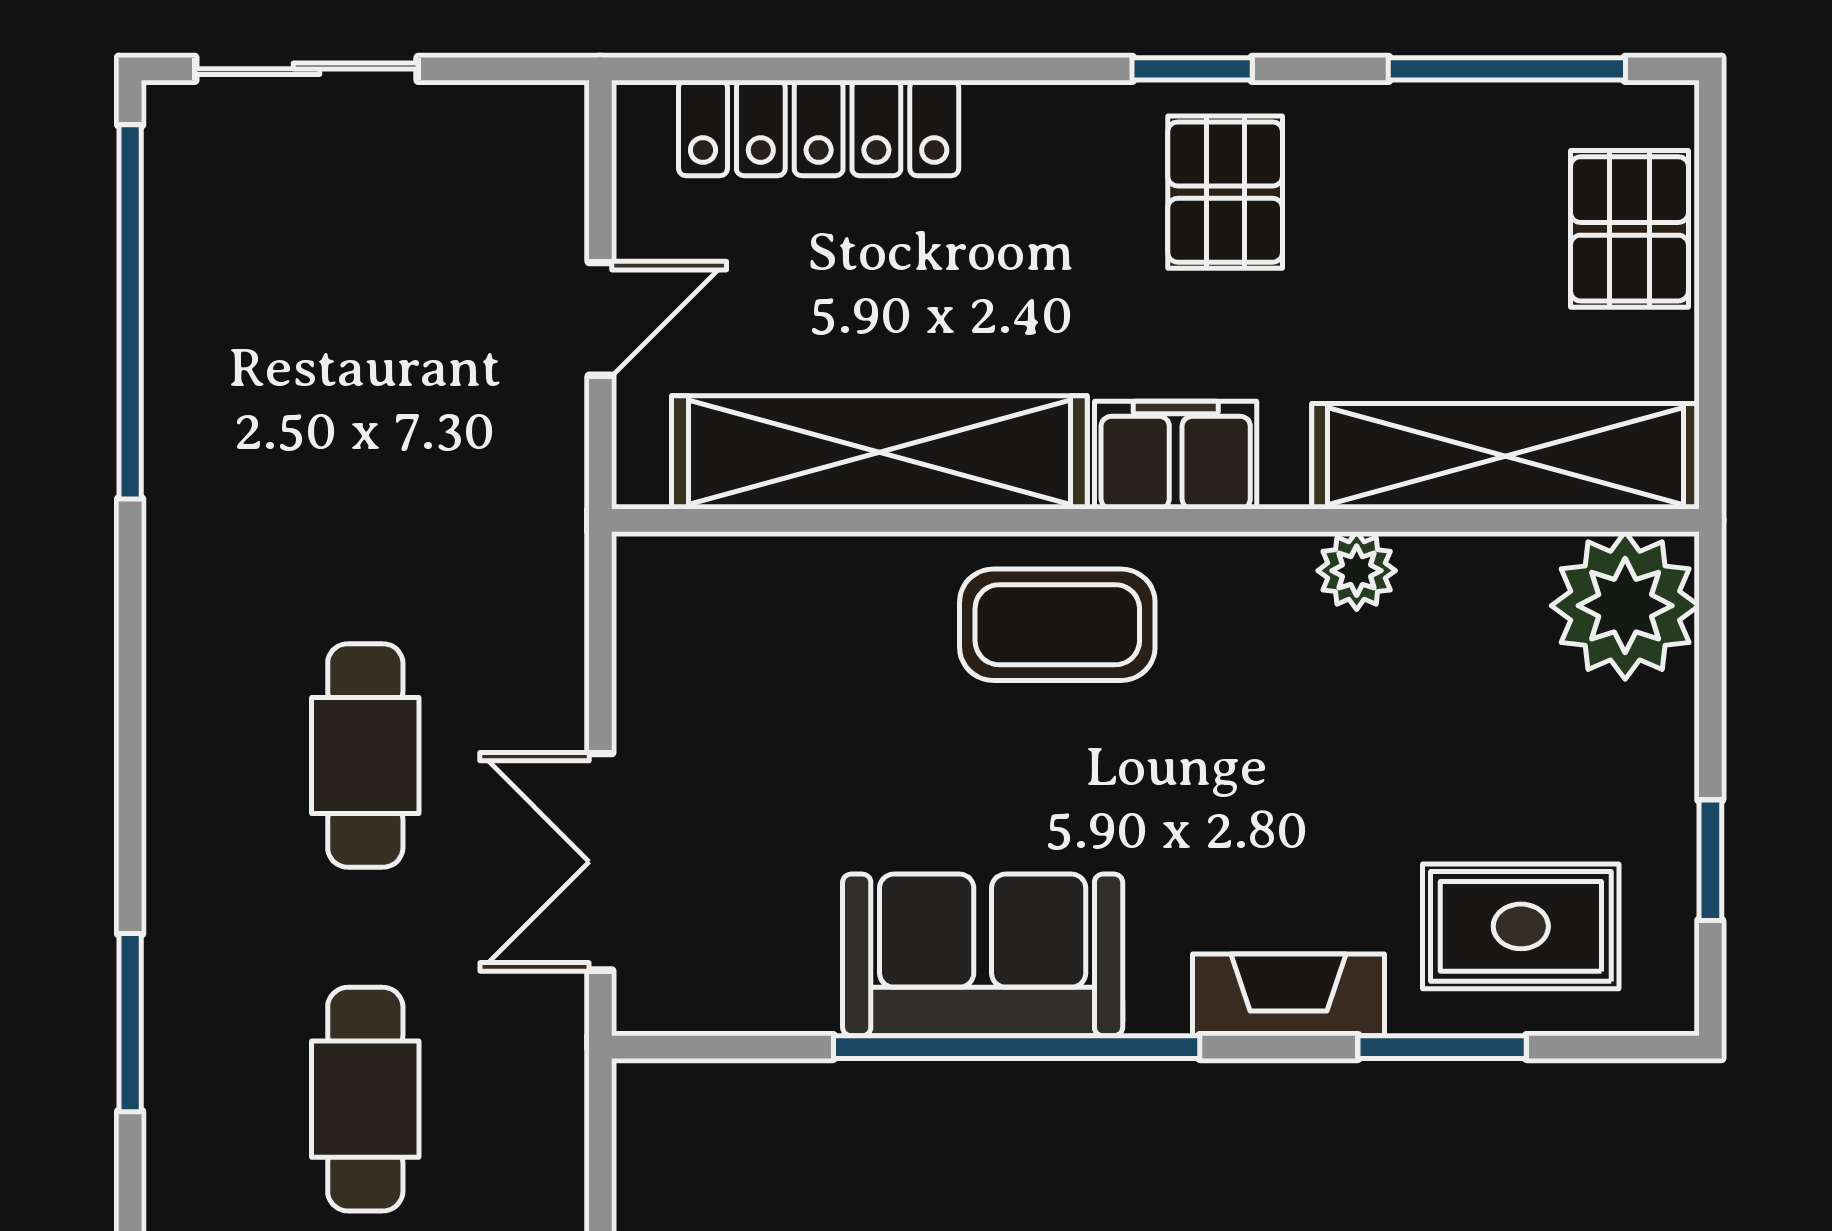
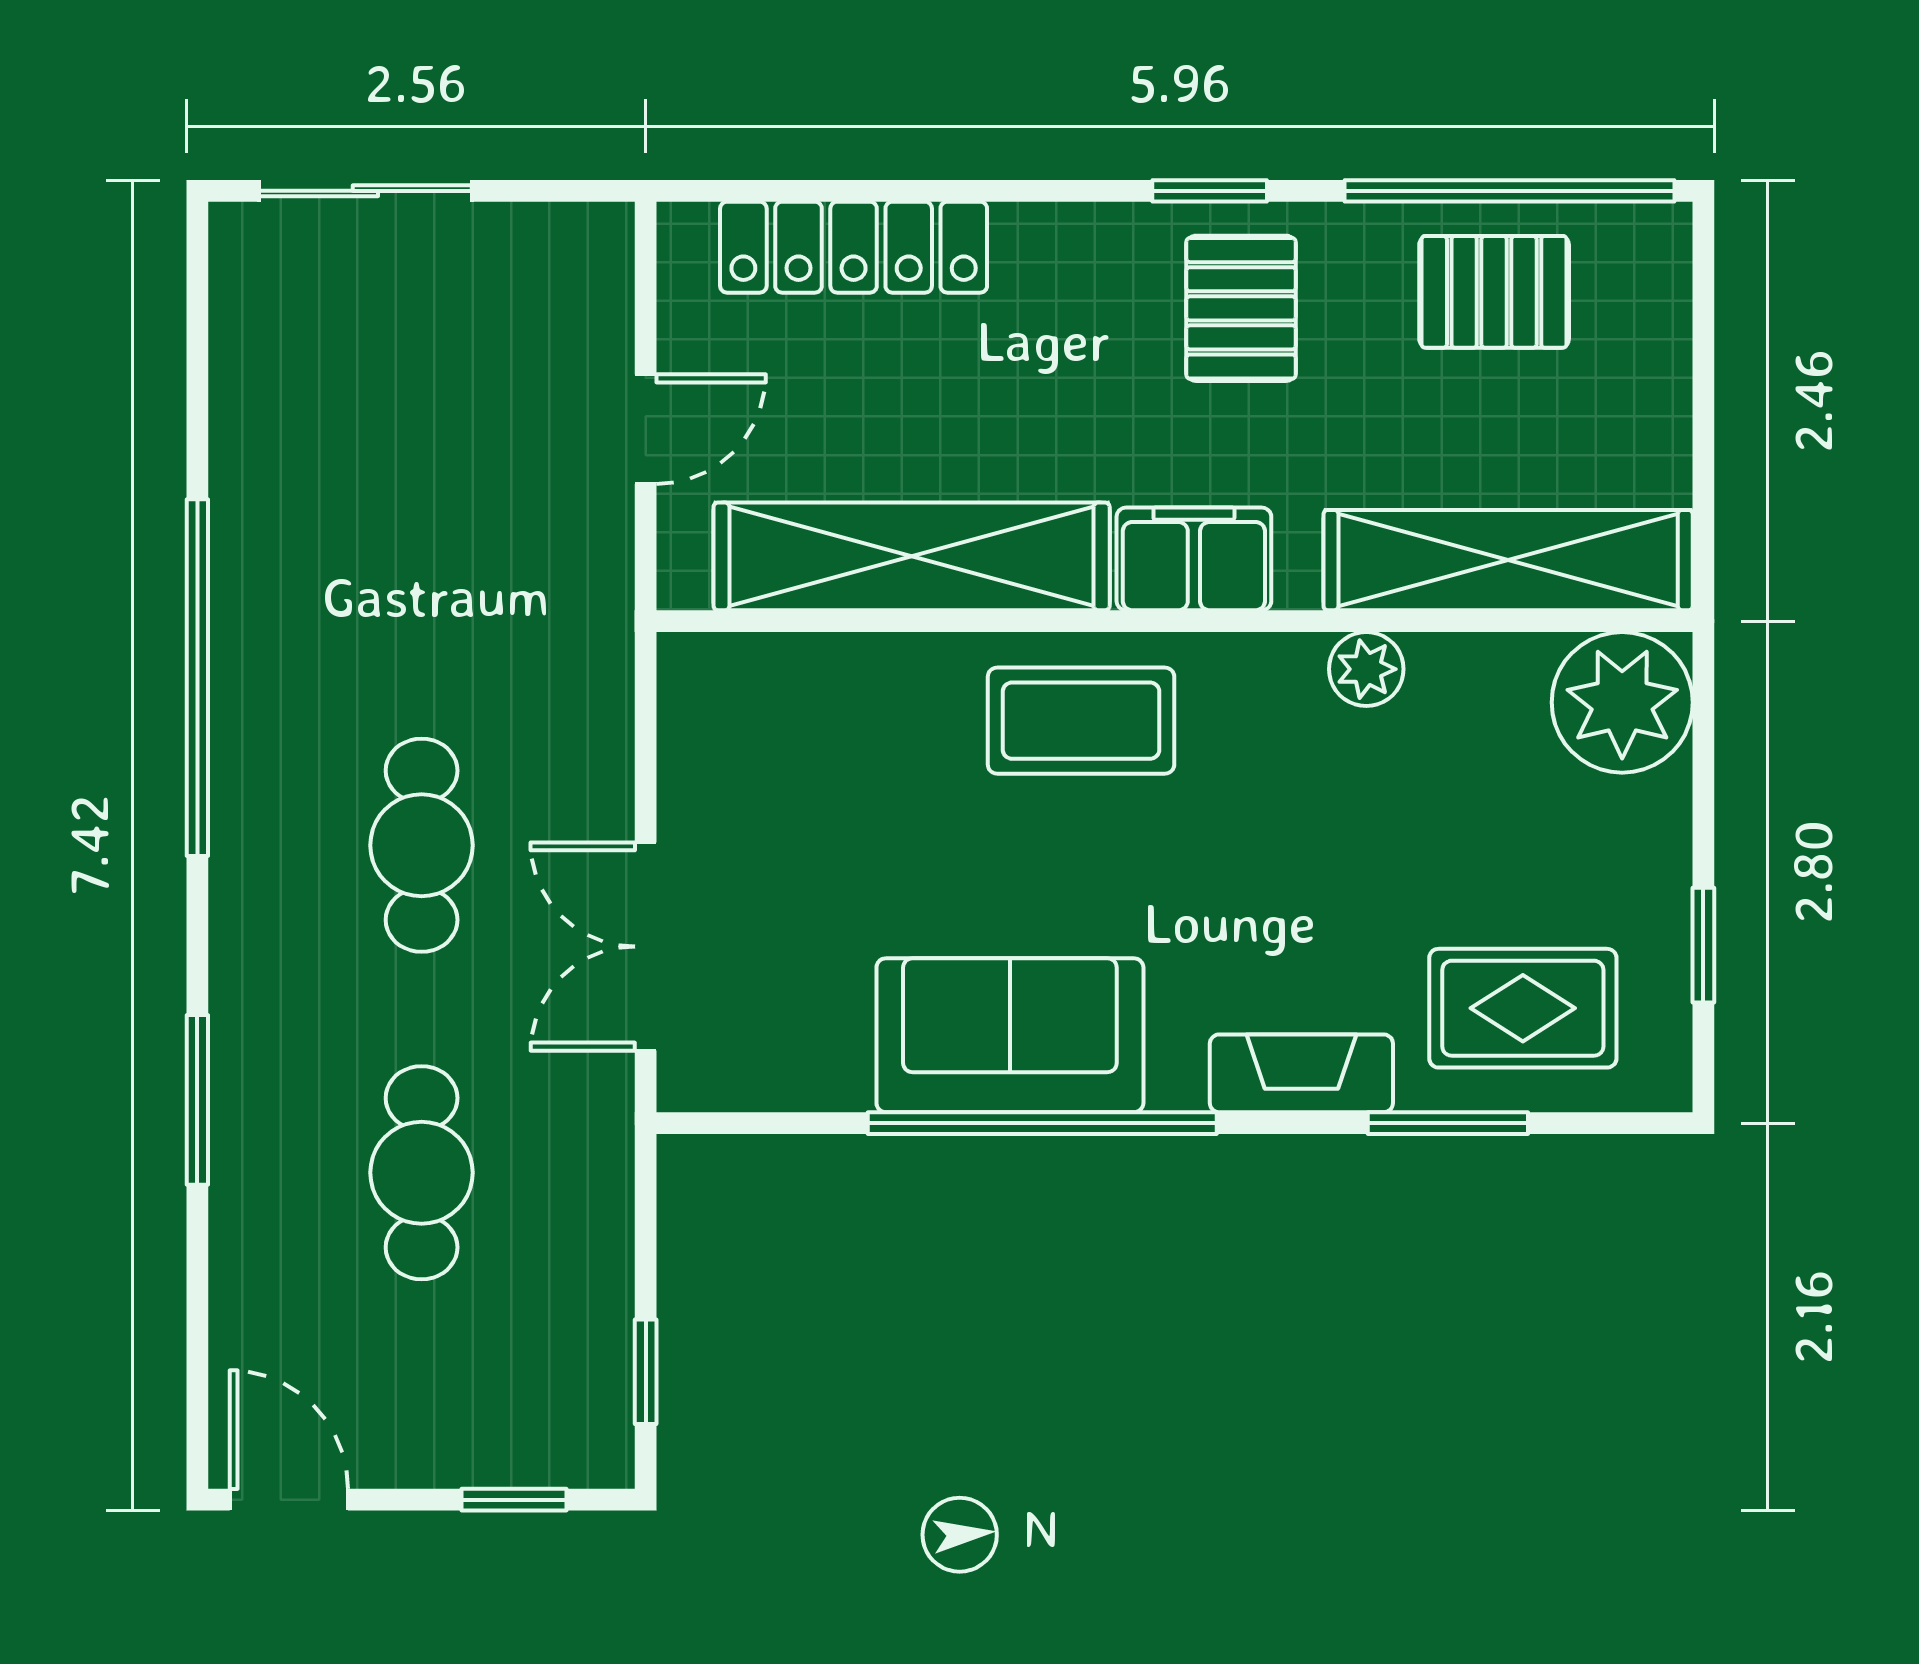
window: (1507, 69) -> (1510, 191), width x1.46
pallet: (1629, 229) -> (1494, 292), moved, turned 90
window: (130, 312) -> (197, 678), moved

